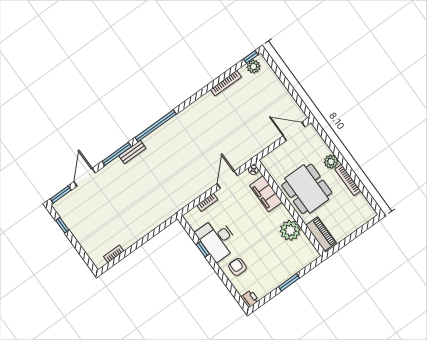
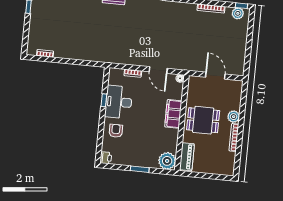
door: (294, 131) -> (215, 76), moved
door: (227, 180) -> (158, 70), swing flipped
dining table: (307, 189) -> (203, 120), width x0.73
filing cabinet: (266, 194) -> (173, 114), moved
plant: (290, 230) -> (167, 161), moved

